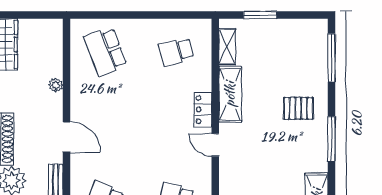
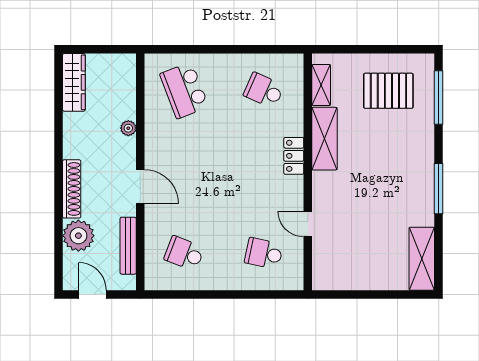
window: (260, 15) -> (358, 49), removed
school desk: (176, 51) -> (264, 90), turned 39
pallet: (298, 108) -> (388, 91), moved, width x1.50, depth x1.42
door: (215, 145) -> (308, 224), moved

